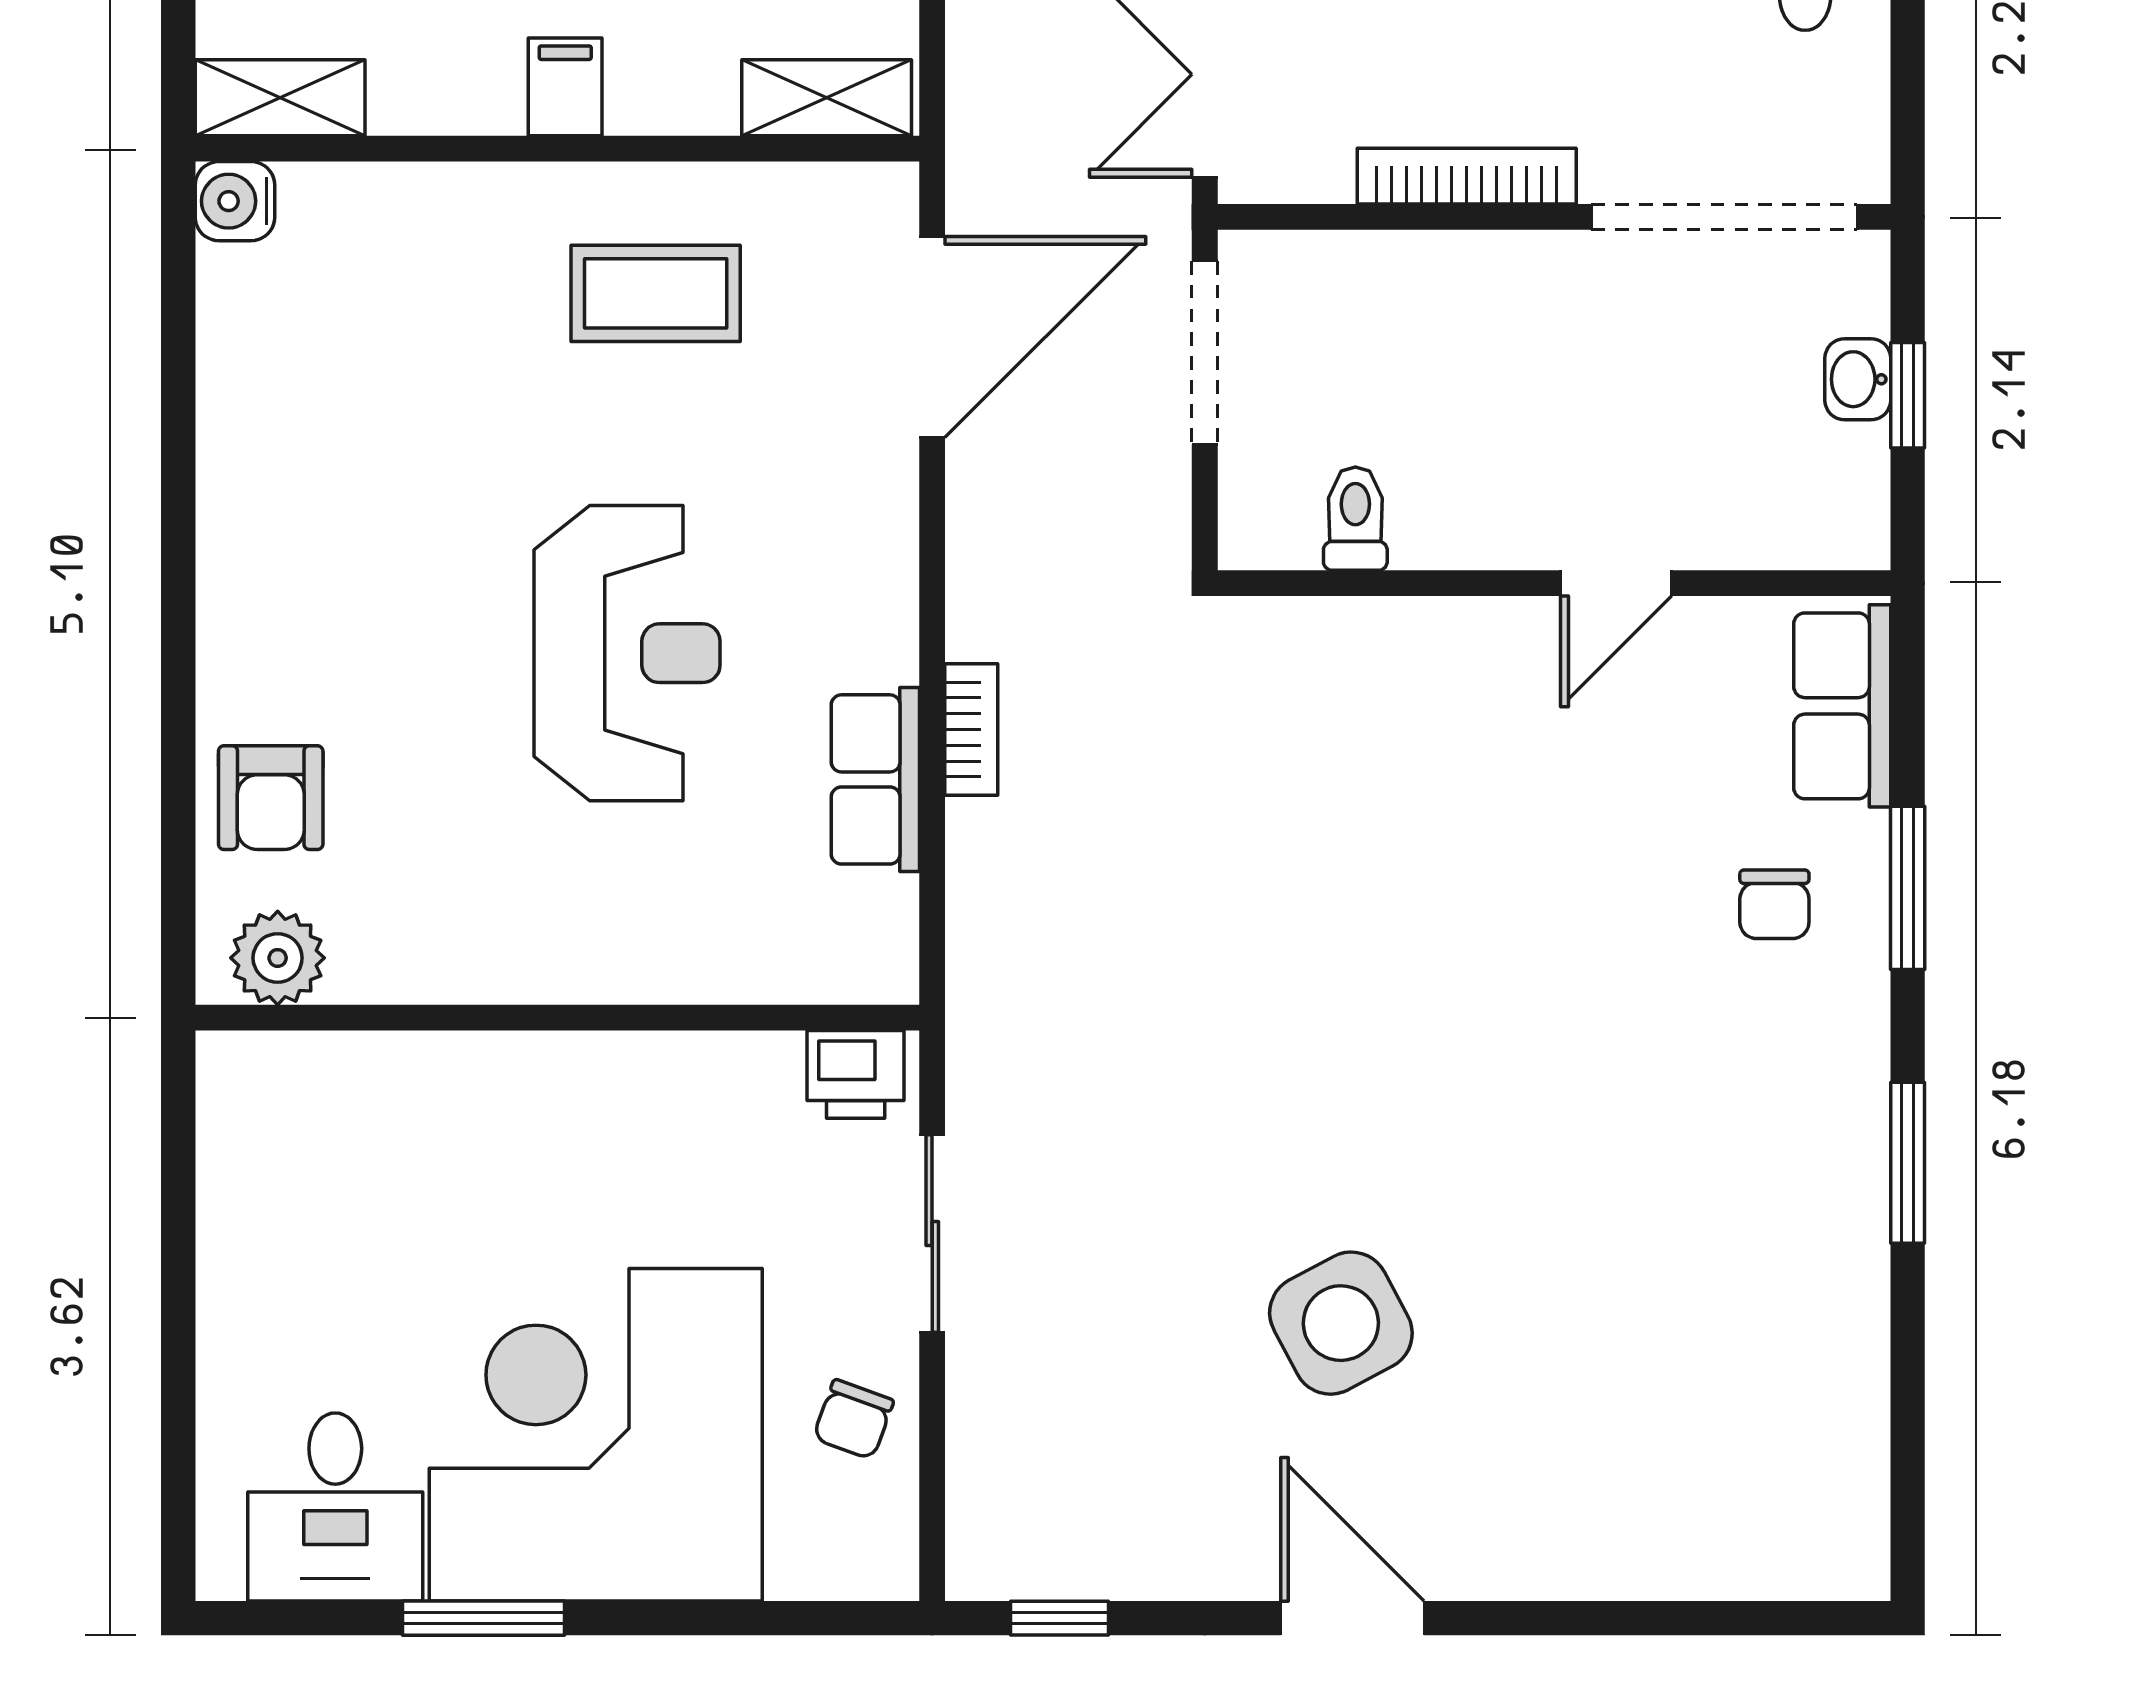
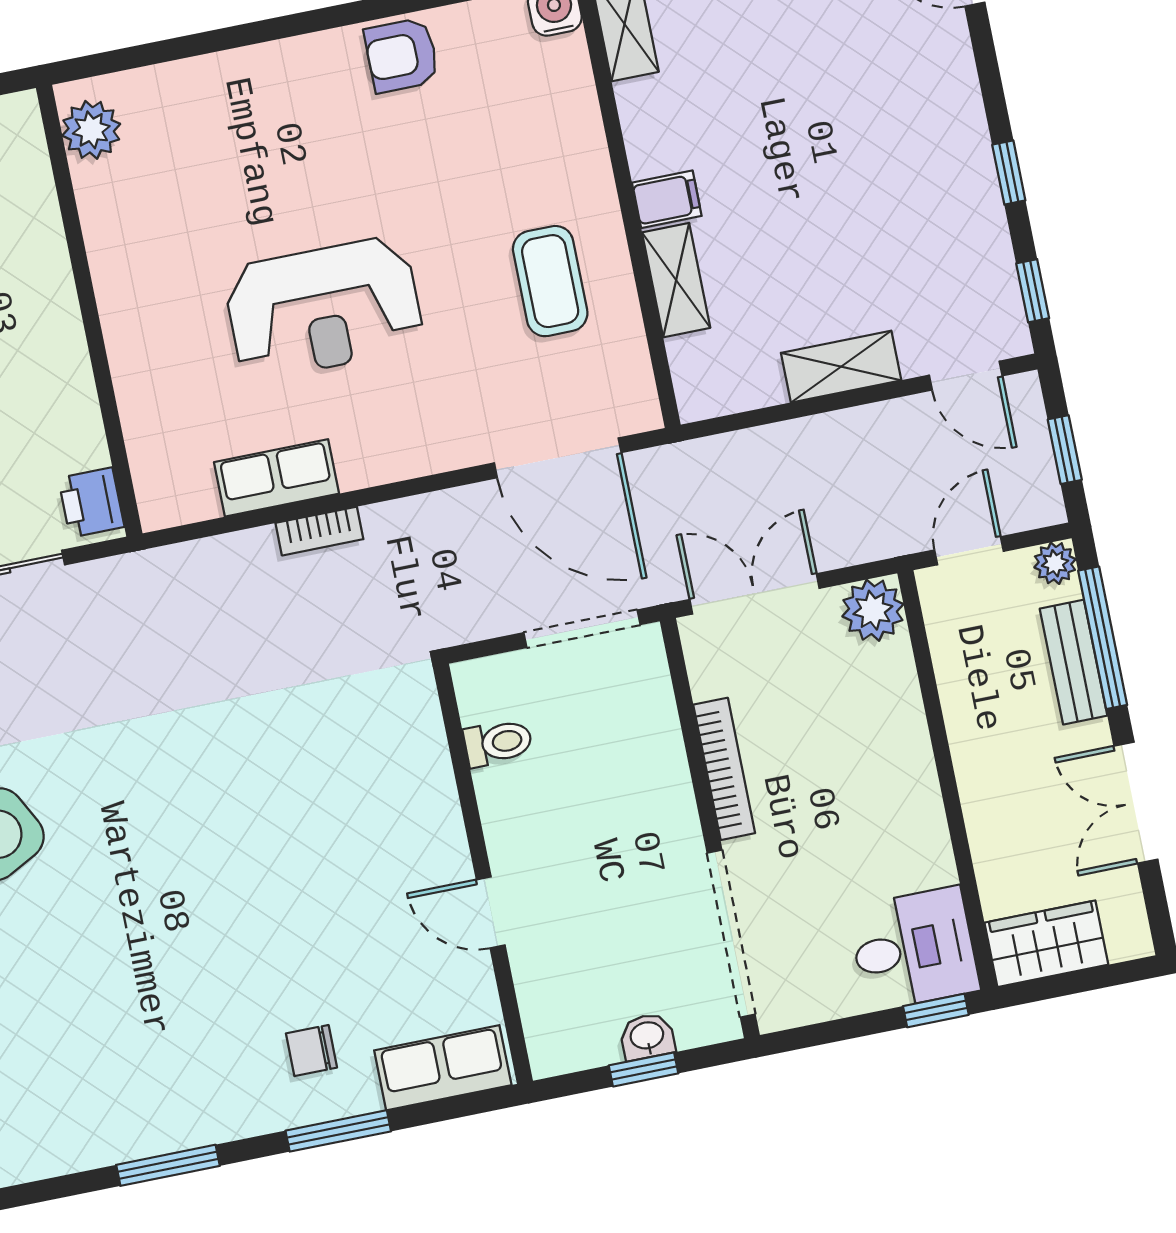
shelving: (827, 98) -> (676, 280), moved
armchair: (271, 798) -> (402, 55), moved

